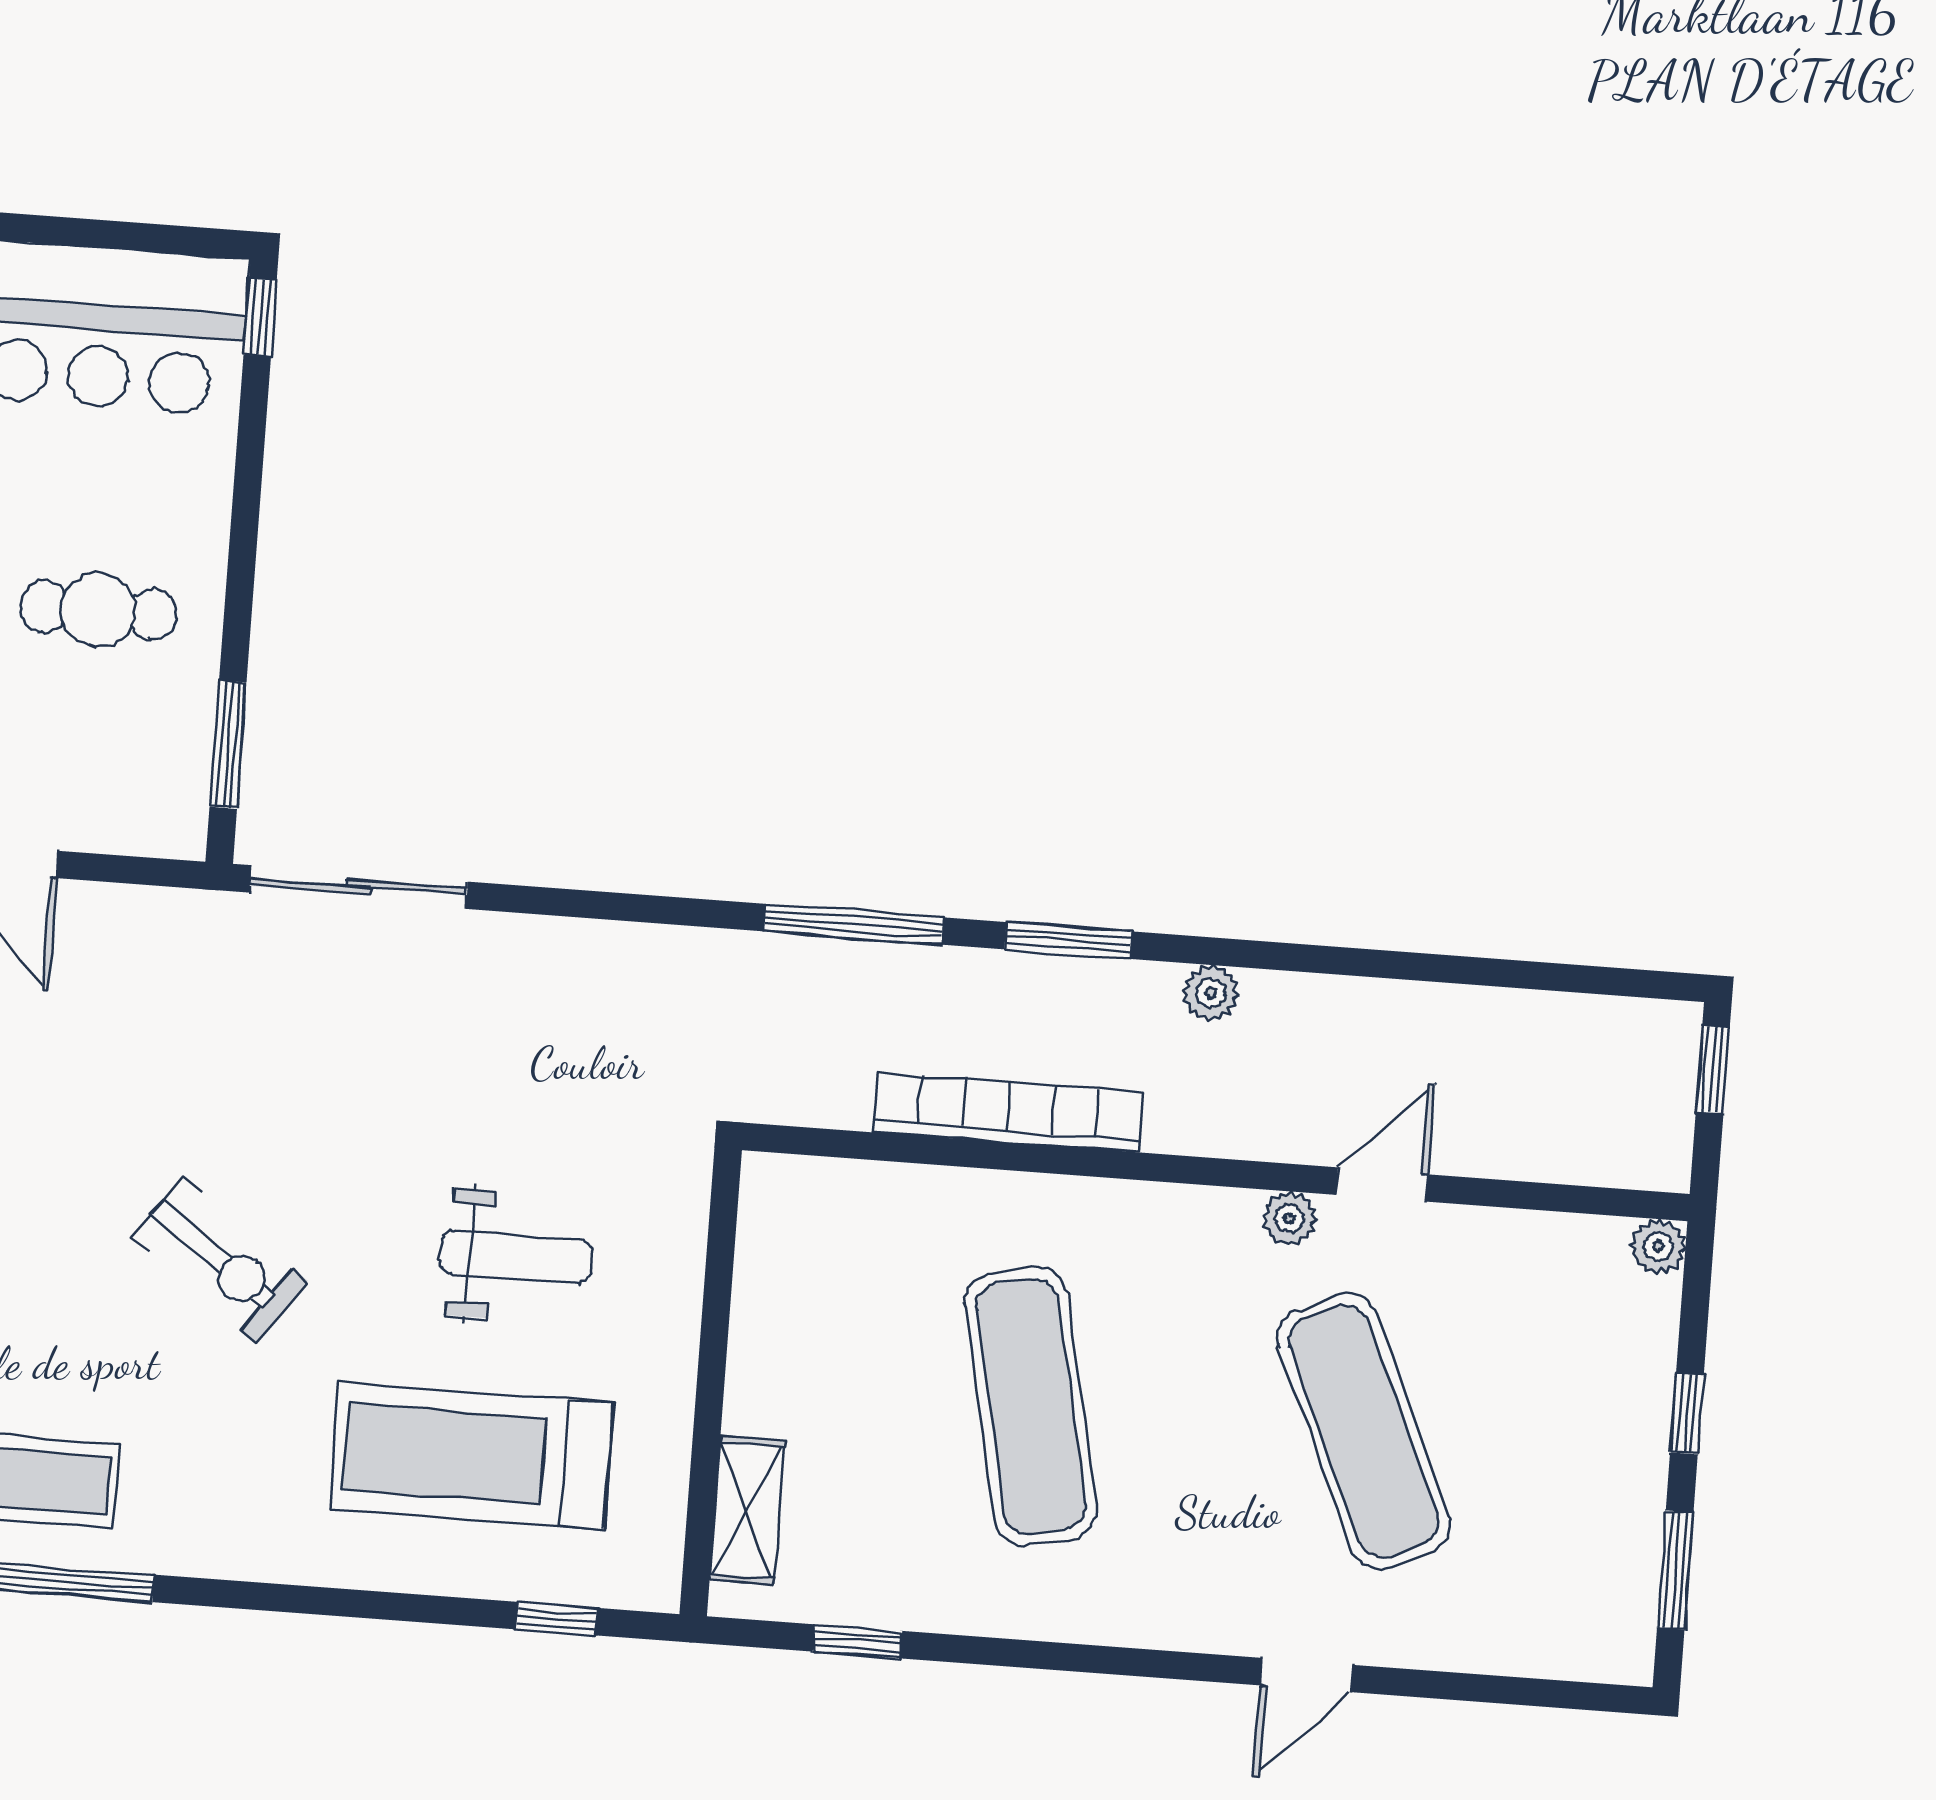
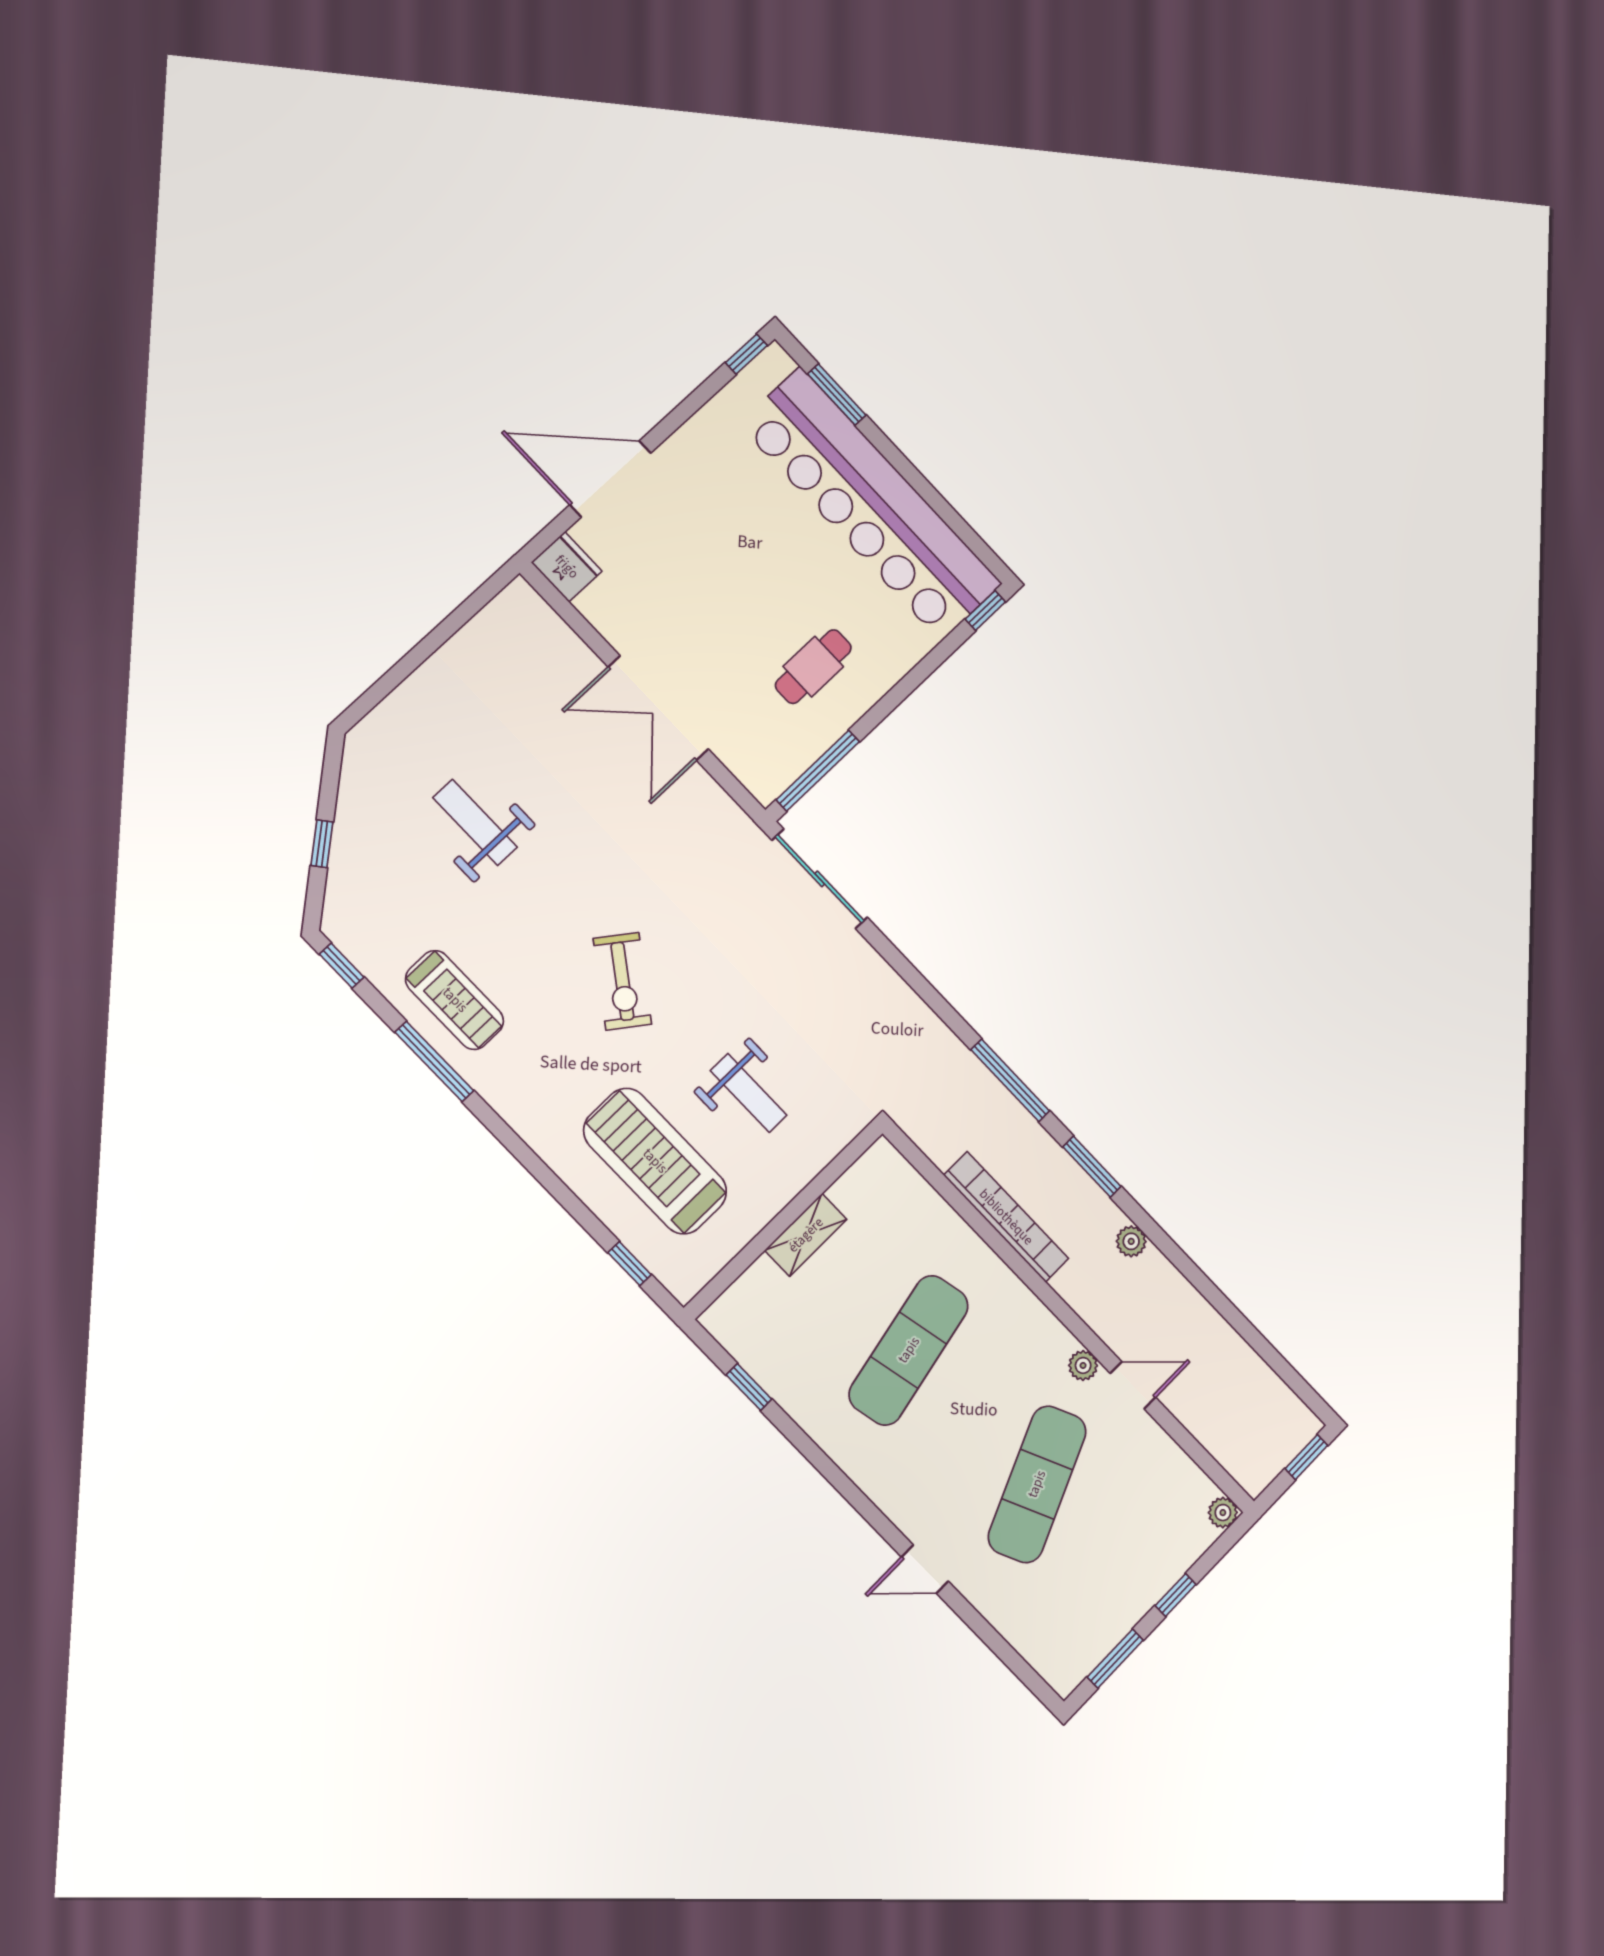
cafe table: (98, 610) -> (813, 667), turned 90
window: (228, 744) -> (818, 771), width x1.44
shelving: (747, 1510) -> (806, 1235), moved

